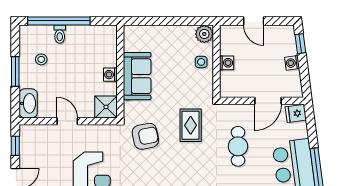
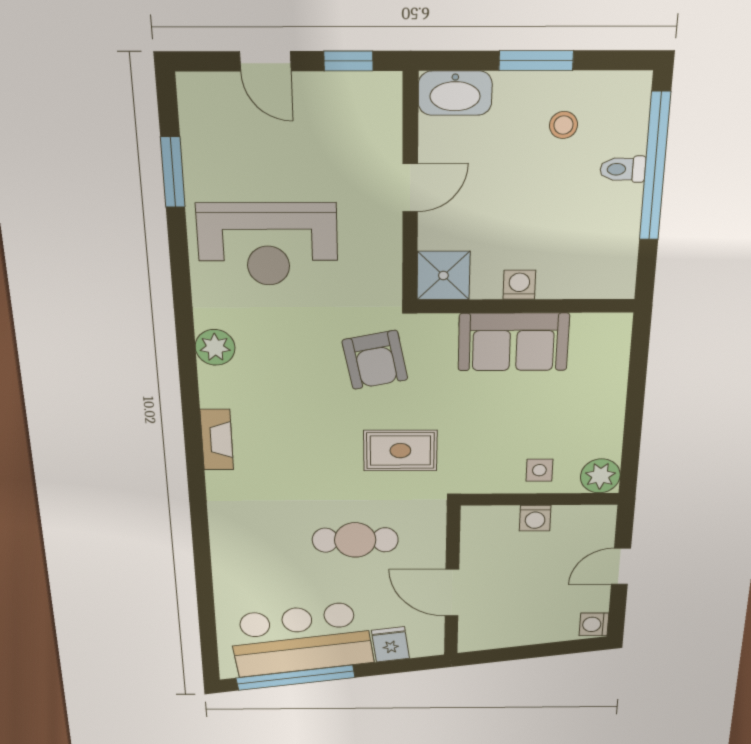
window: (300, 44) -> (568, 647), removed
washing machine: (292, 63) -> (594, 624), moved, turned -83
fridge: (296, 113) -> (390, 644), moved

